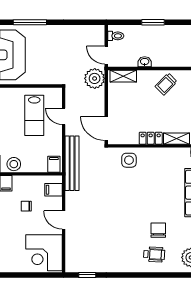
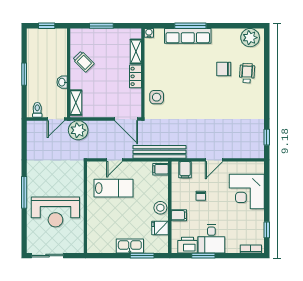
door: (106, 128) -> (126, 119), hinge flipped
corner desk: (44, 253) -> (247, 192), moved, turned 90

